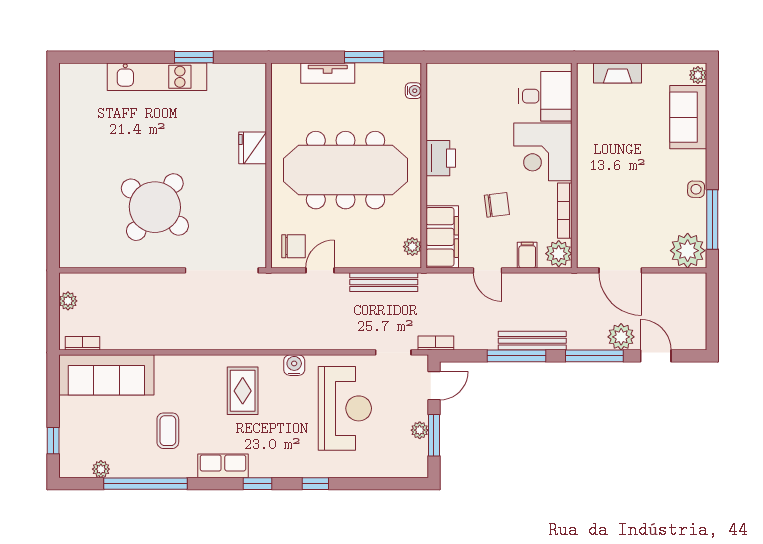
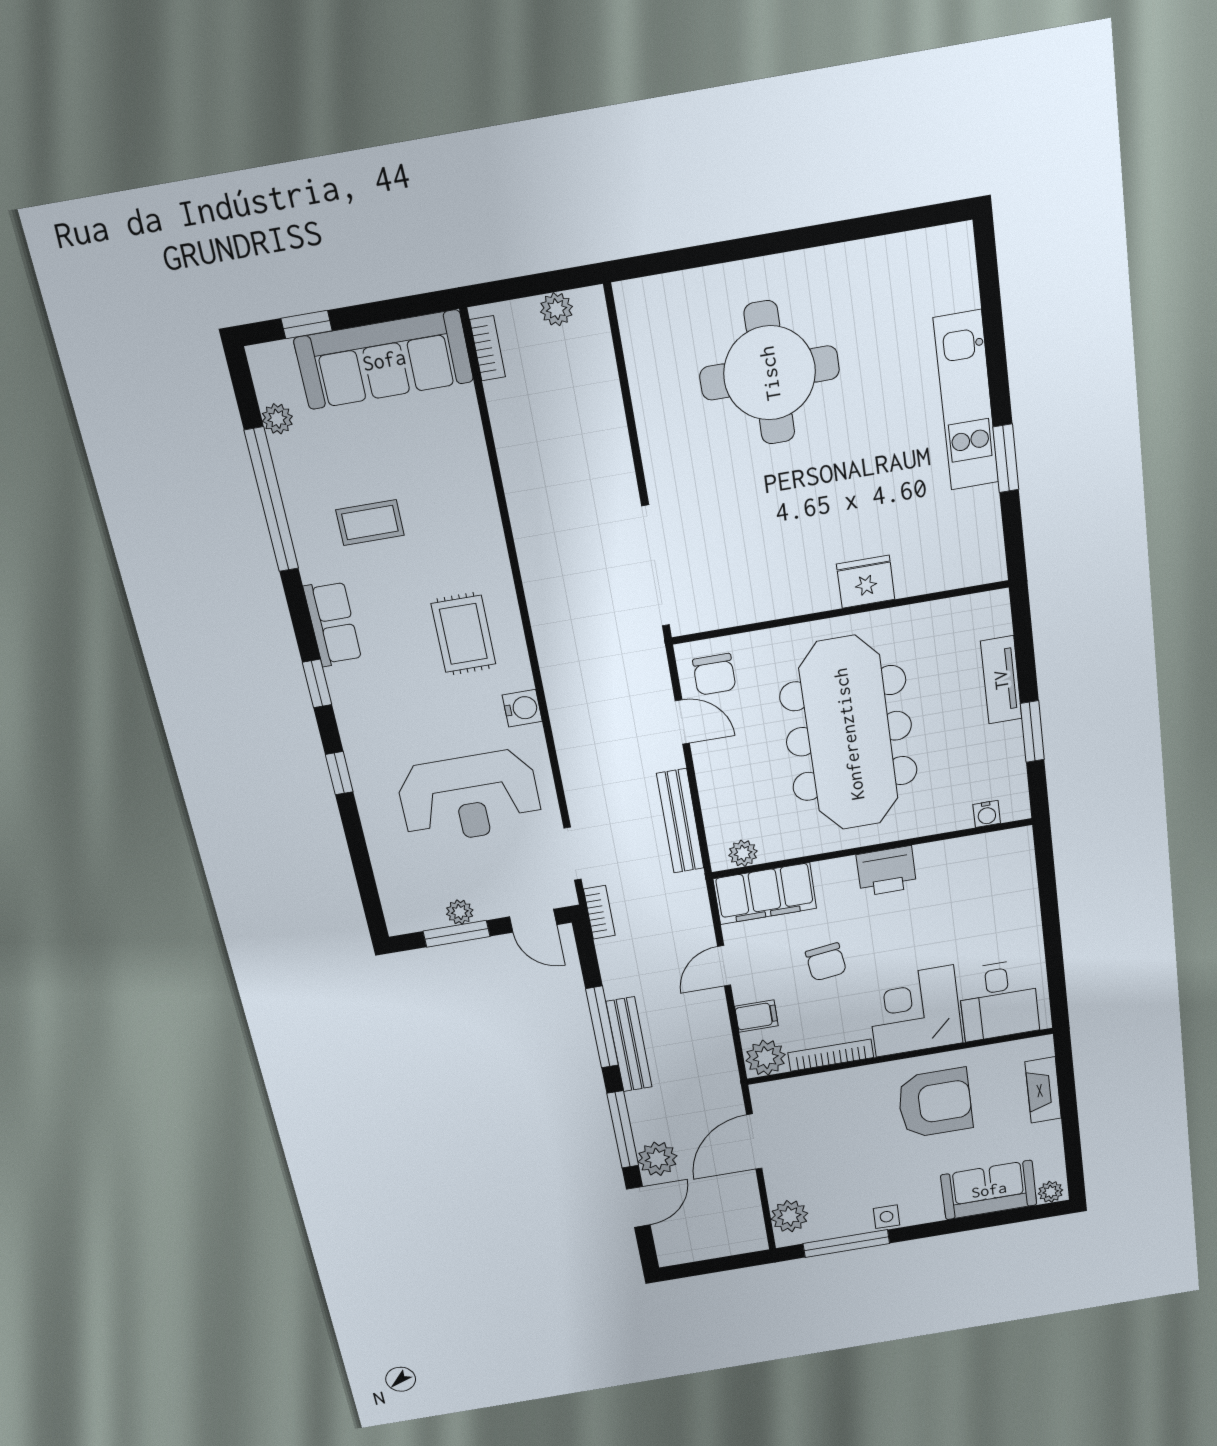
armchair: (614, 146) -> (935, 1103), added
round table: (155, 207) -> (770, 373), moved, turned -38
plant: (688, 251) -> (789, 1216), width x0.73, depth x0.73
sofa: (106, 375) -> (384, 360), moved, turned -90
rug: (243, 391) -> (463, 634), turned 90

